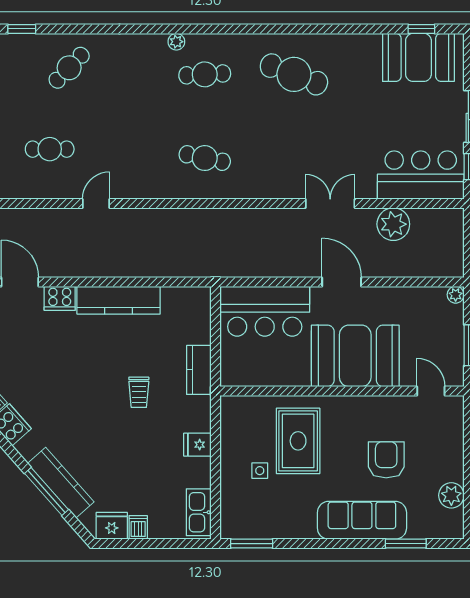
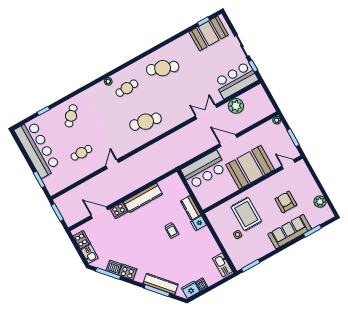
cafe table: (205, 158) -> (146, 122), width x1.37, depth x1.35
fridge: (197, 445) -> (199, 223), moved

